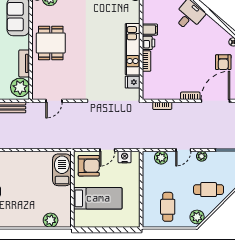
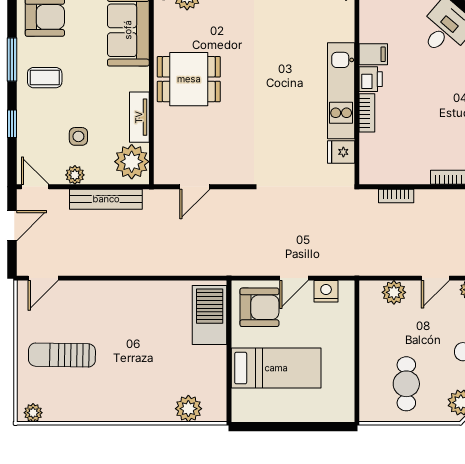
dining table: (51, 43) -> (189, 79), turned 90

